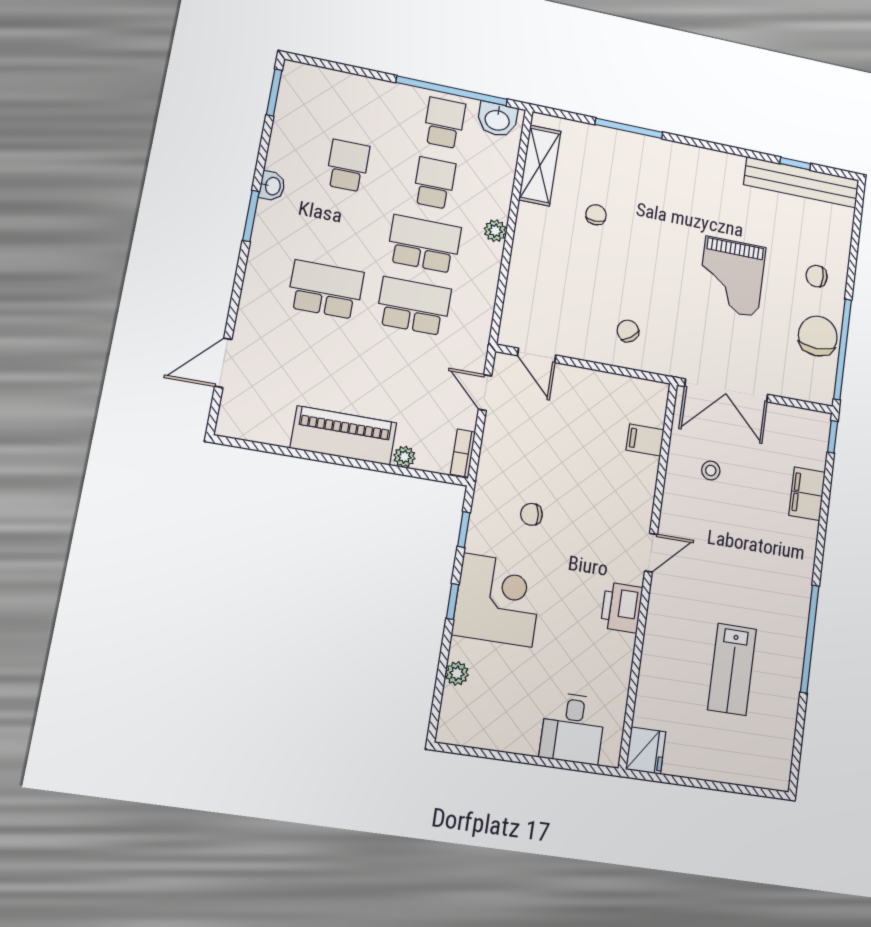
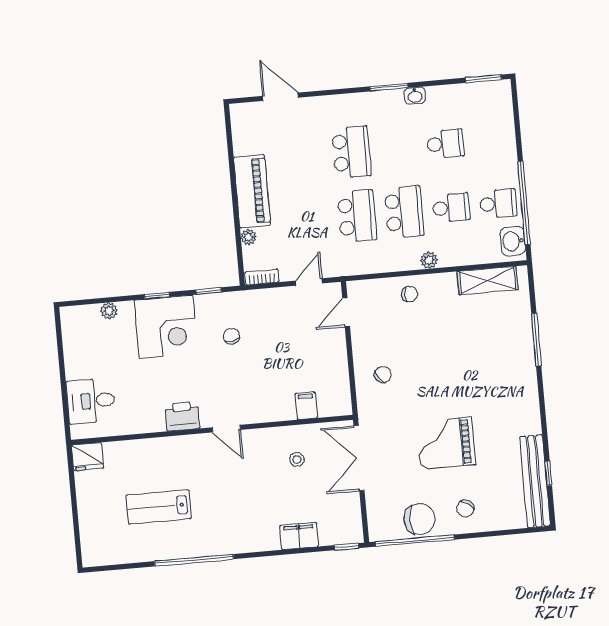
chair: (596, 215) -> (410, 294), moved
chair: (817, 276) -> (465, 509), turned -144

